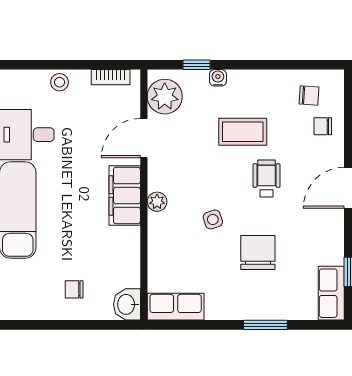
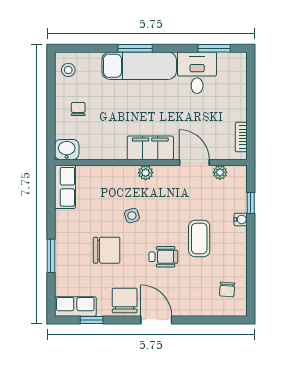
stool: (60, 82) -> (68, 70), moved
plant: (165, 97) -> (220, 172), width x0.53, depth x0.53
chair: (323, 126) -> (125, 301), moved, width x1.87, depth x1.87

